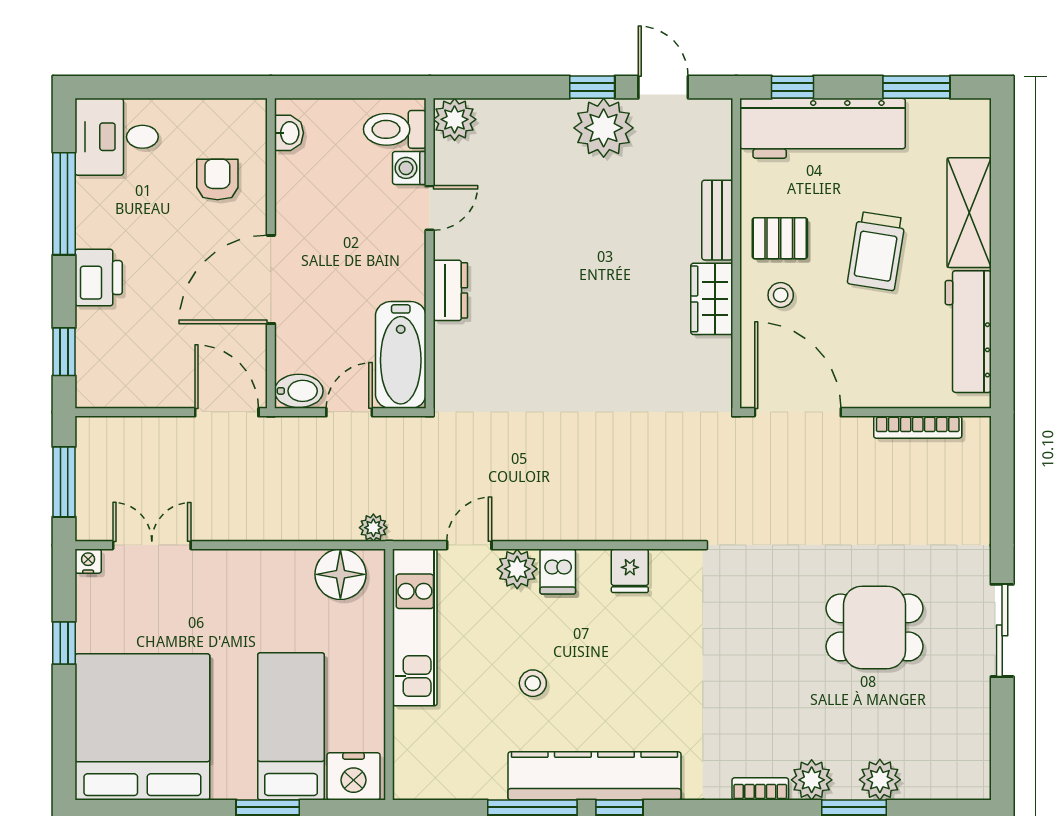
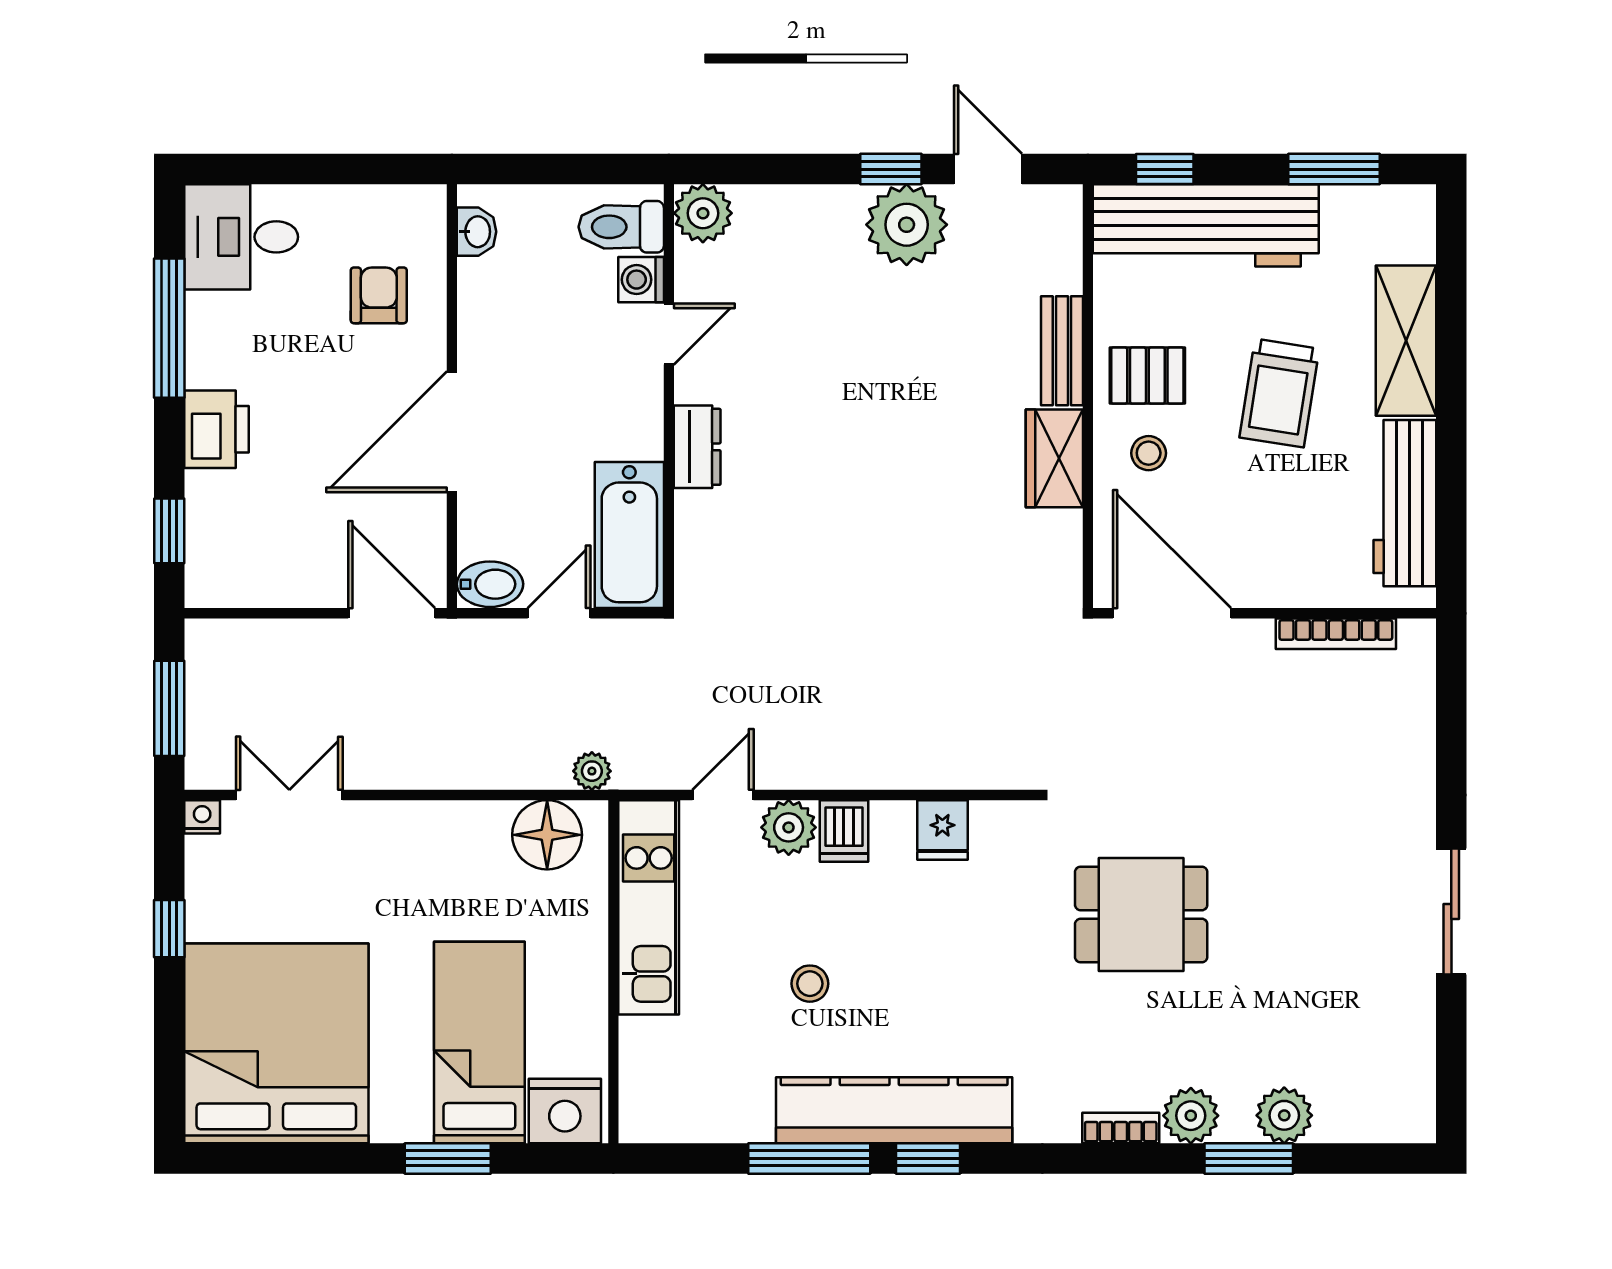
dining table: (875, 627) -> (1141, 914), moved

